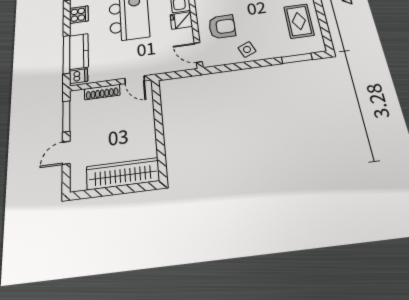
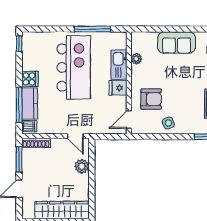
cooker: (79, 15) -> (30, 79), moved
door: (198, 52) -> (129, 120), hinge flipped
shoe rack: (102, 92) -> (36, 143), moved
plant: (145, 114) -> (82, 166), added

